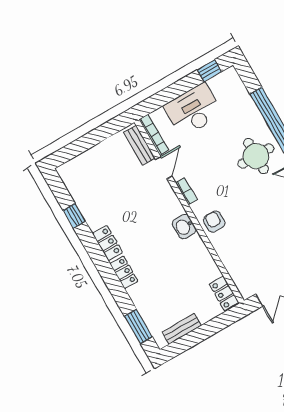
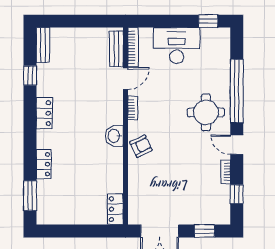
armchair: (214, 222) -> (141, 146), turned 64
locker: (124, 272) -> (44, 164), moved
bench: (182, 329) -> (43, 45), moved, turned 90

